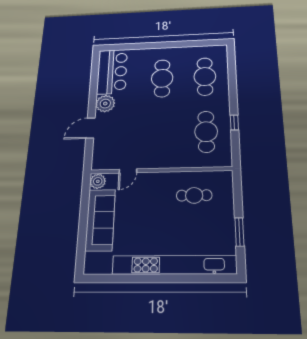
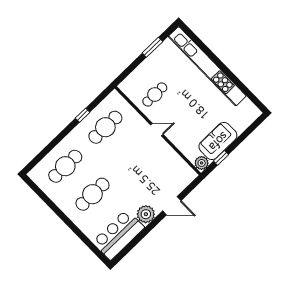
door: (128, 171) -> (157, 130), moved
cafe table: (194, 195) -> (155, 94), turned 90
window: (85, 201) -> (221, 158), added
sofa: (100, 220) -> (218, 141), width x0.73

